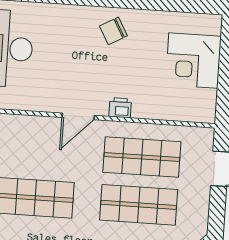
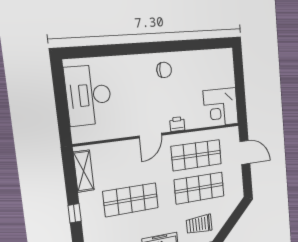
chair: (113, 31) -> (164, 70), turned -151
corner desk: (193, 61) -> (221, 107), moved

